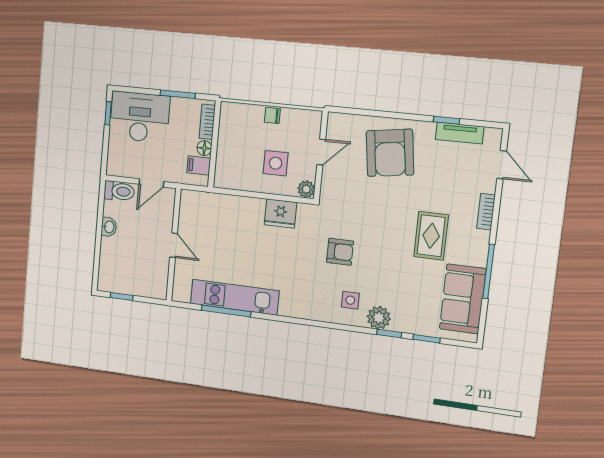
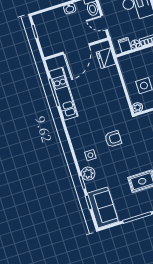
fridge: (280, 214) -> (106, 58), moved
door: (174, 245) -> (76, 49), width x1.88
armchair: (340, 252) -> (113, 139), turned -90
sofa: (463, 299) -> (103, 207), moved, turned 90

